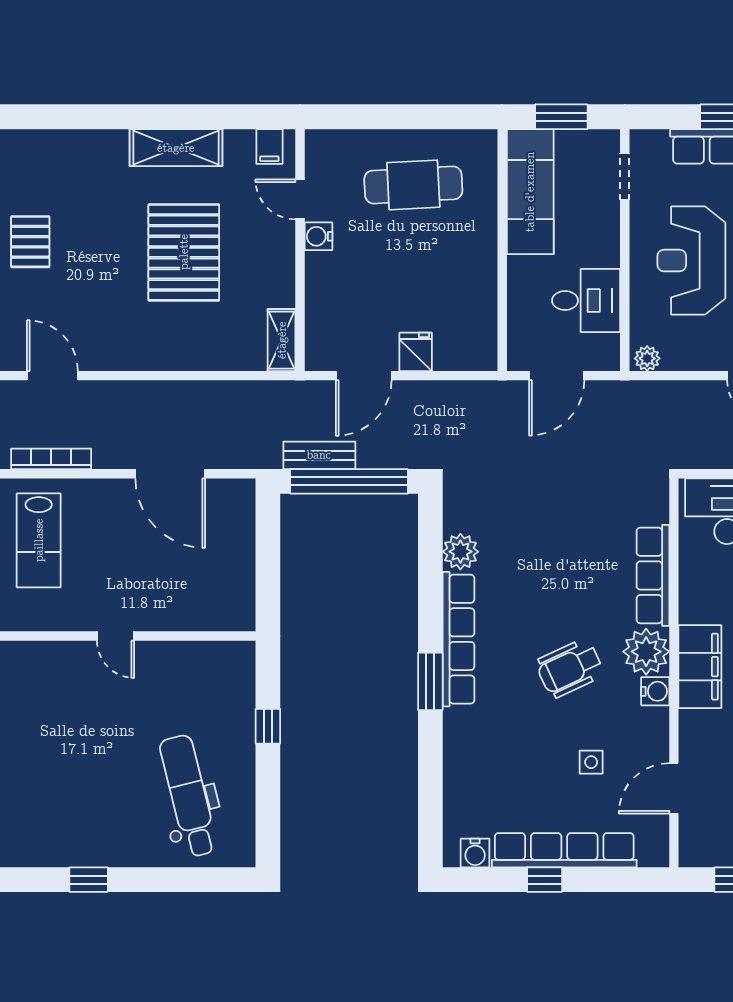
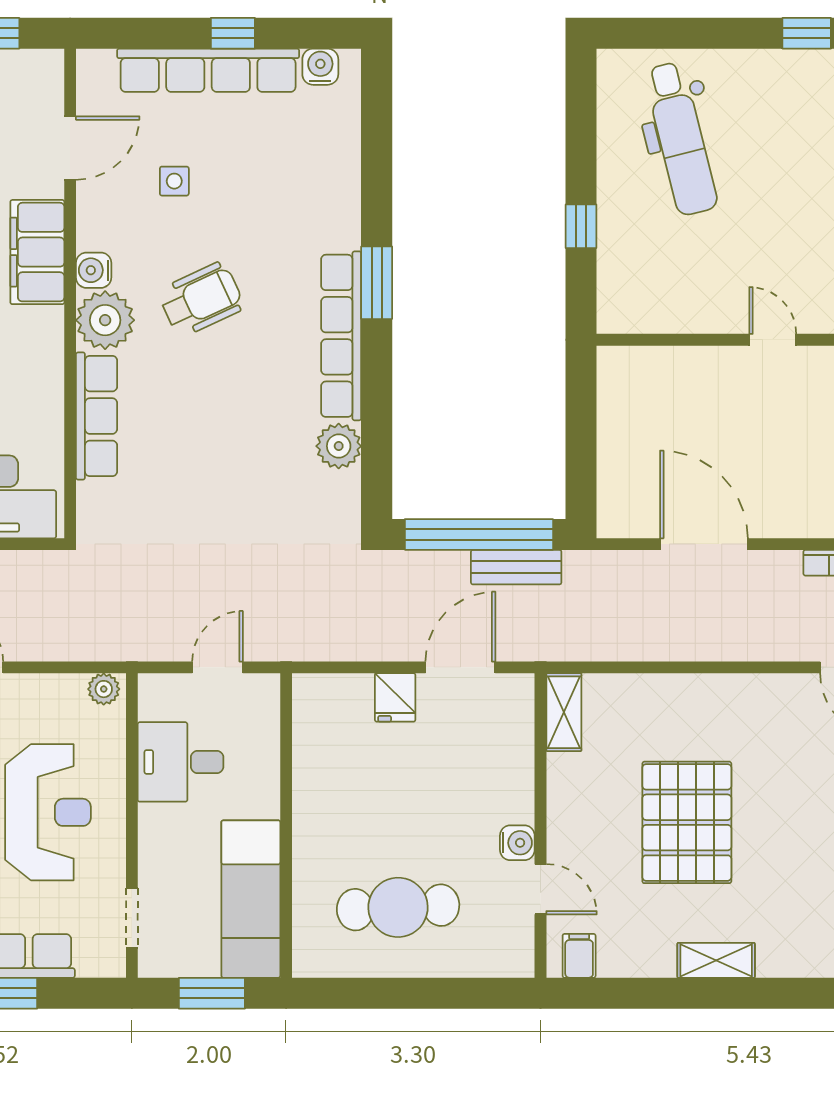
shelving: (176, 148) -> (716, 960), width x0.67, depth x0.75
door: (557, 376) -> (218, 667), width x0.73
filing cabinet: (700, 667) -> (37, 252), moved

